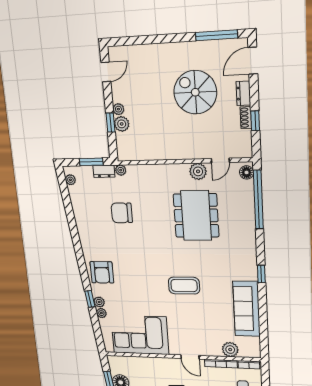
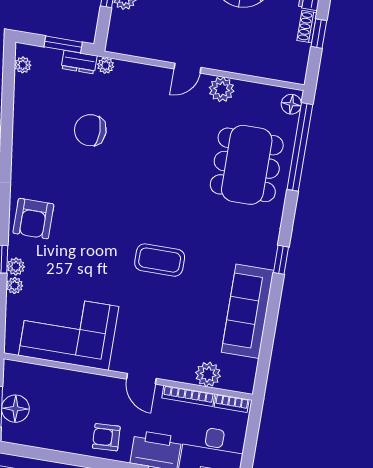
door: (220, 161) -> (187, 68), moved
dining table: (196, 216) -> (247, 165), moved

